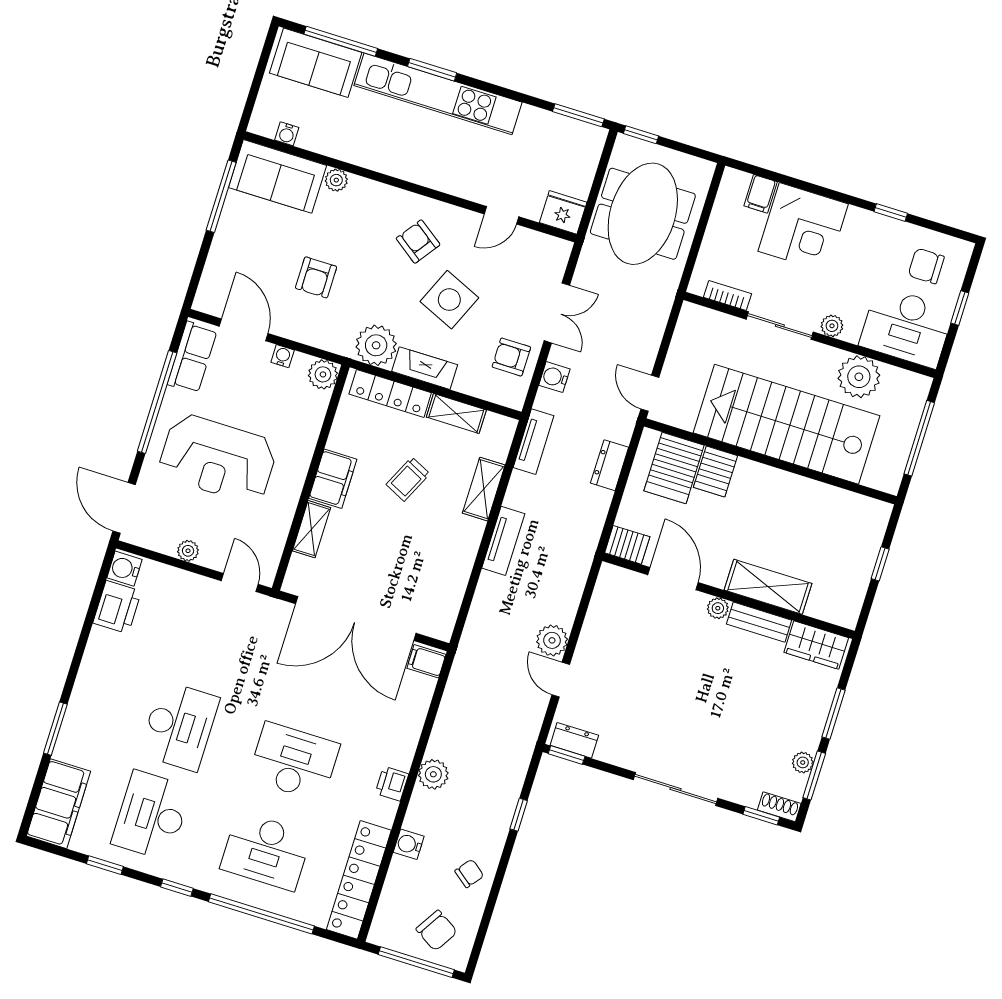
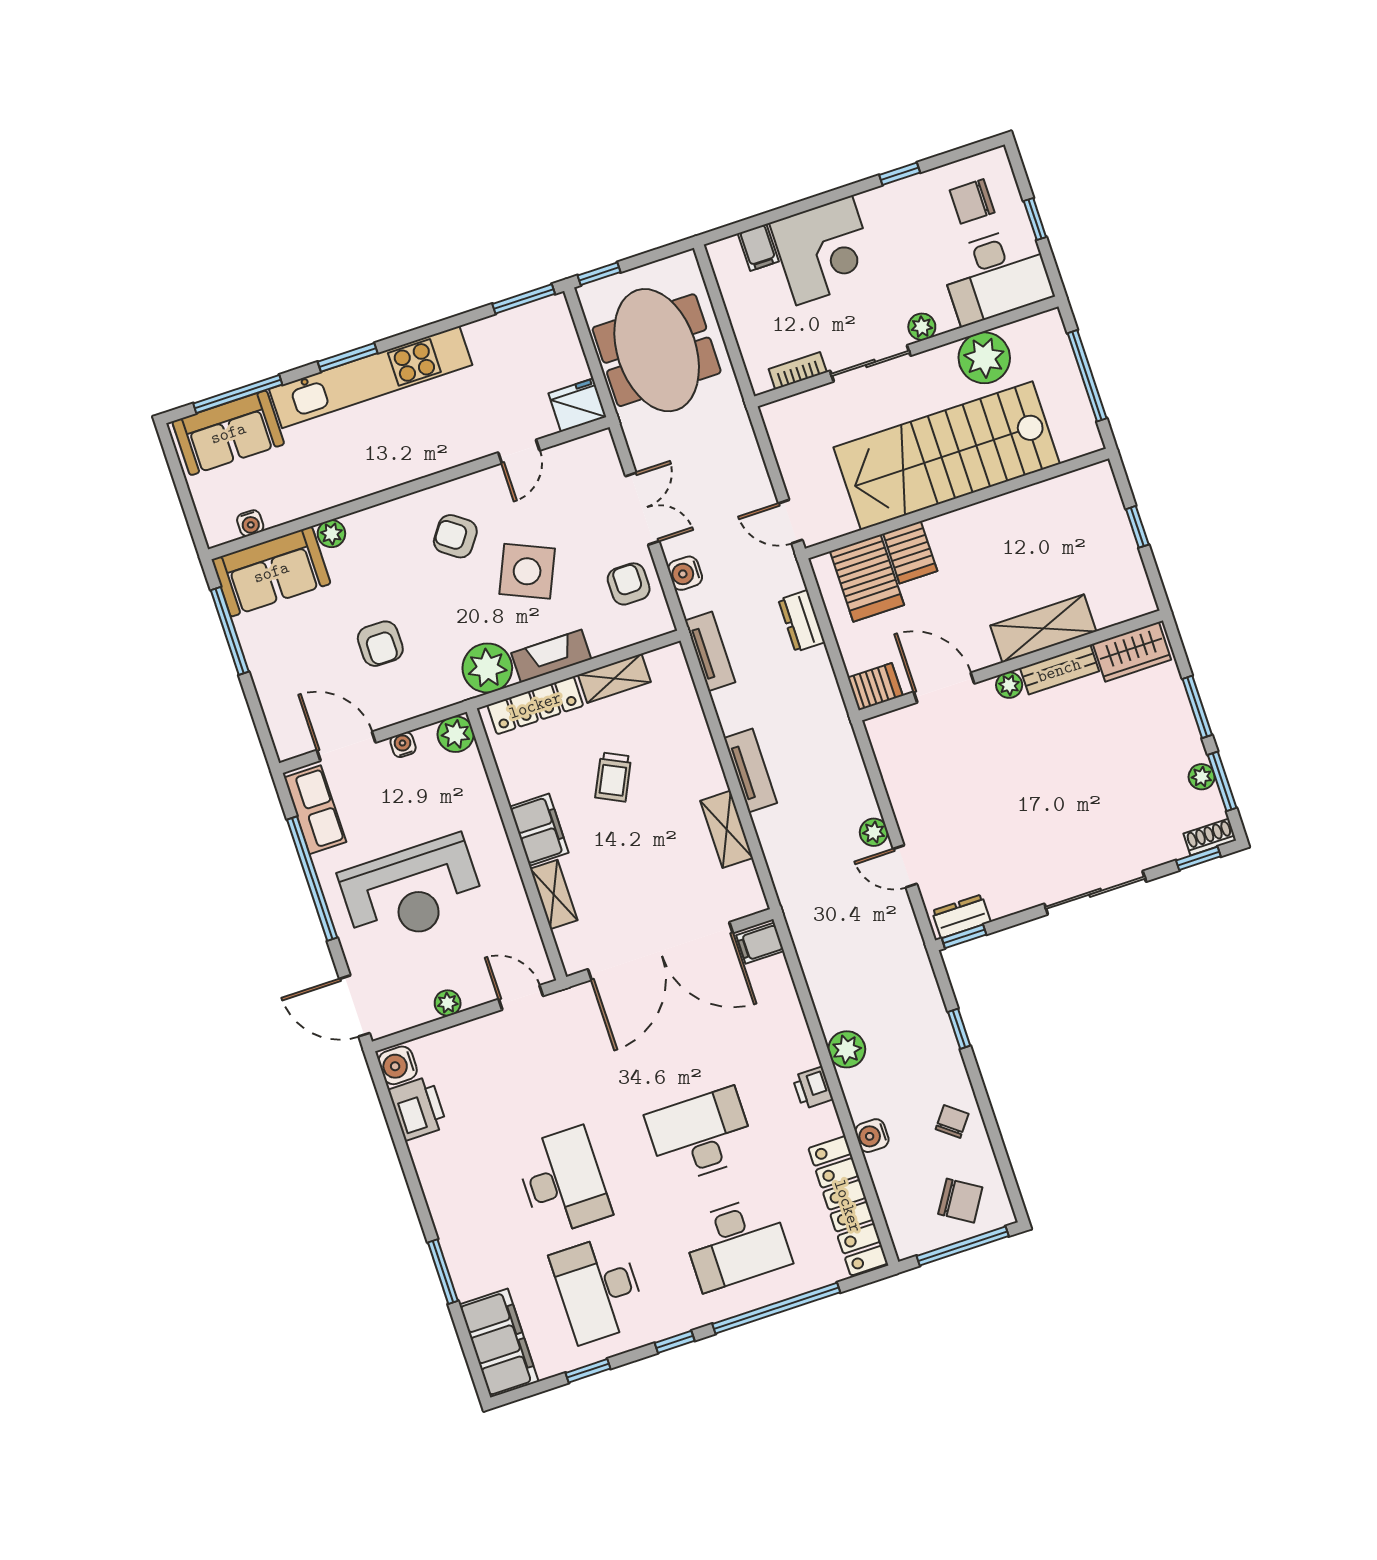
armchair: (511, 357) -> (629, 584), turned 90
shelving: (484, 489) -> (727, 829), moved
plant: (552, 640) -> (874, 832), width x0.73, depth x0.73

